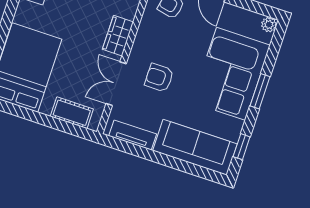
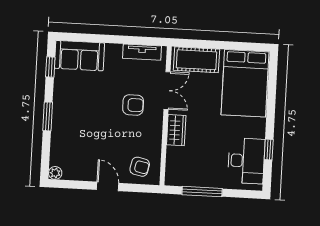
corner sofa: (231, 74) -> (75, 124), removed
cot: (72, 113) -> (196, 60), width x1.37, depth x1.34
sofa: (195, 147) -> (79, 56), width x0.73

